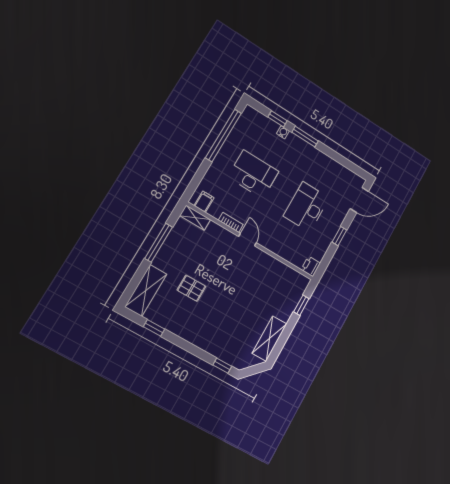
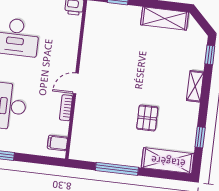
shelving: (195, 218) -> (195, 86), moved

